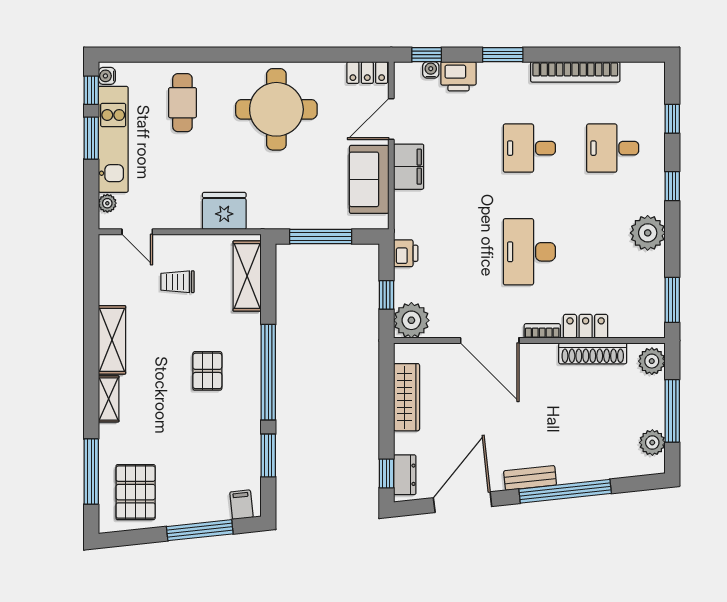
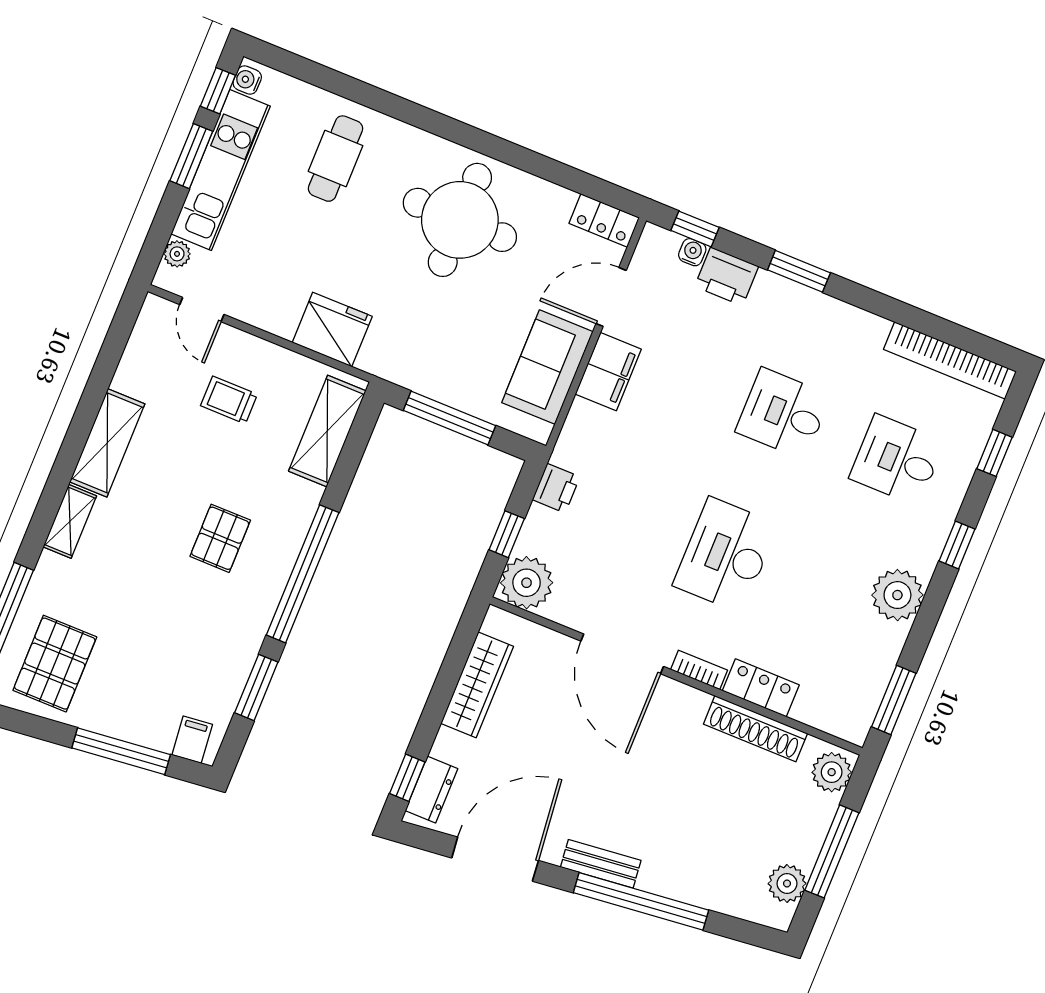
bookcase: (575, 72) -> (950, 360), moved

